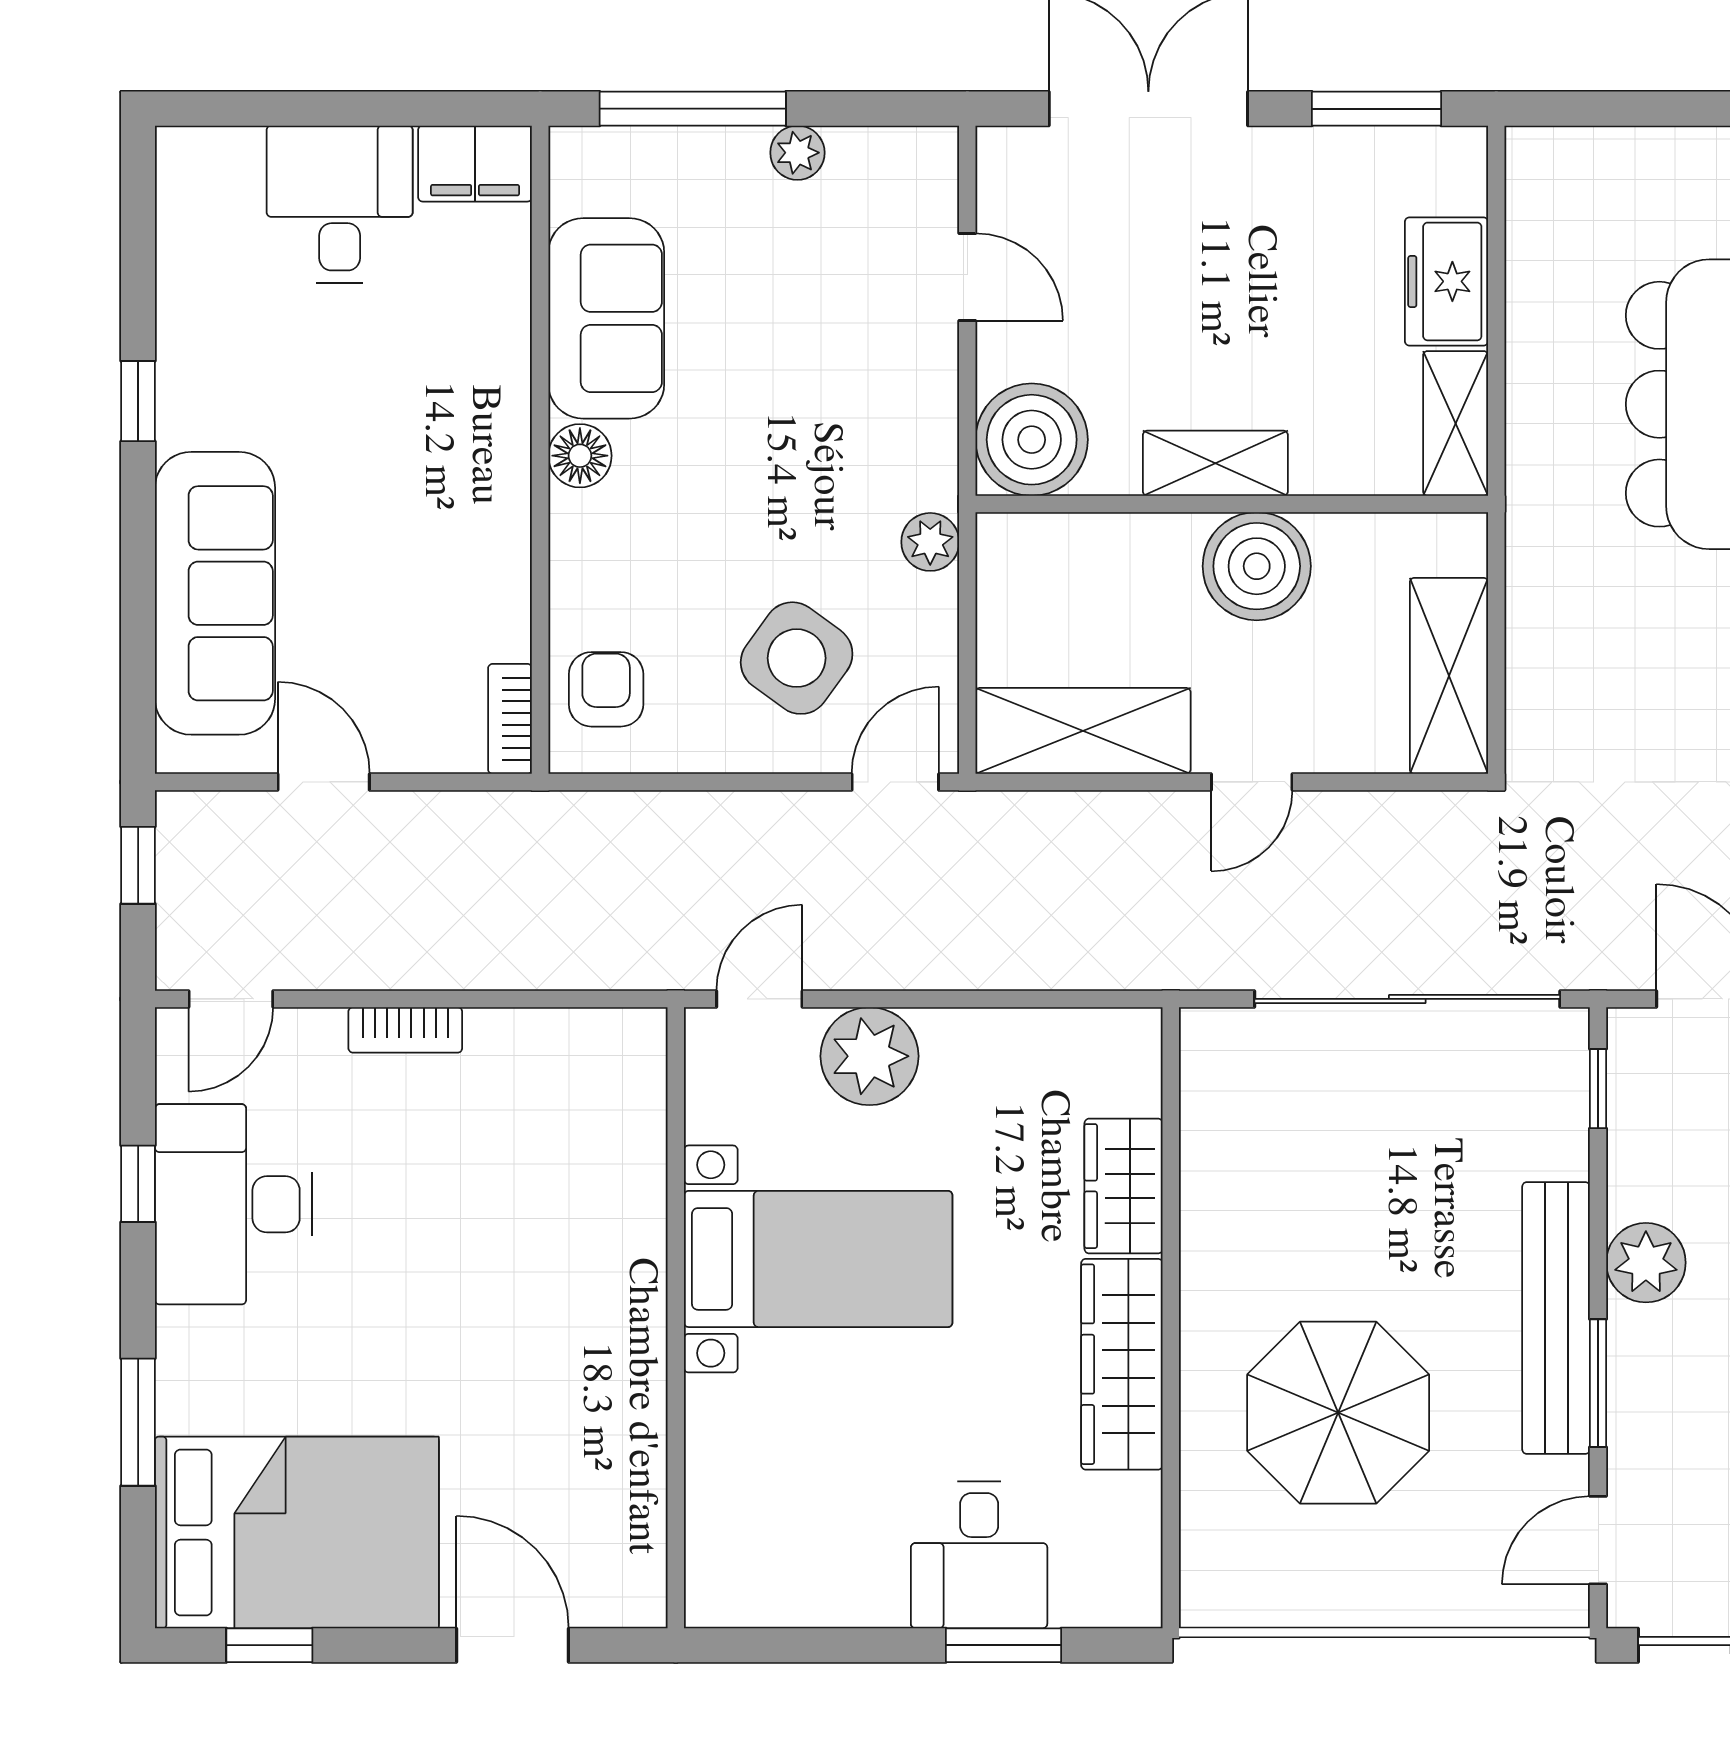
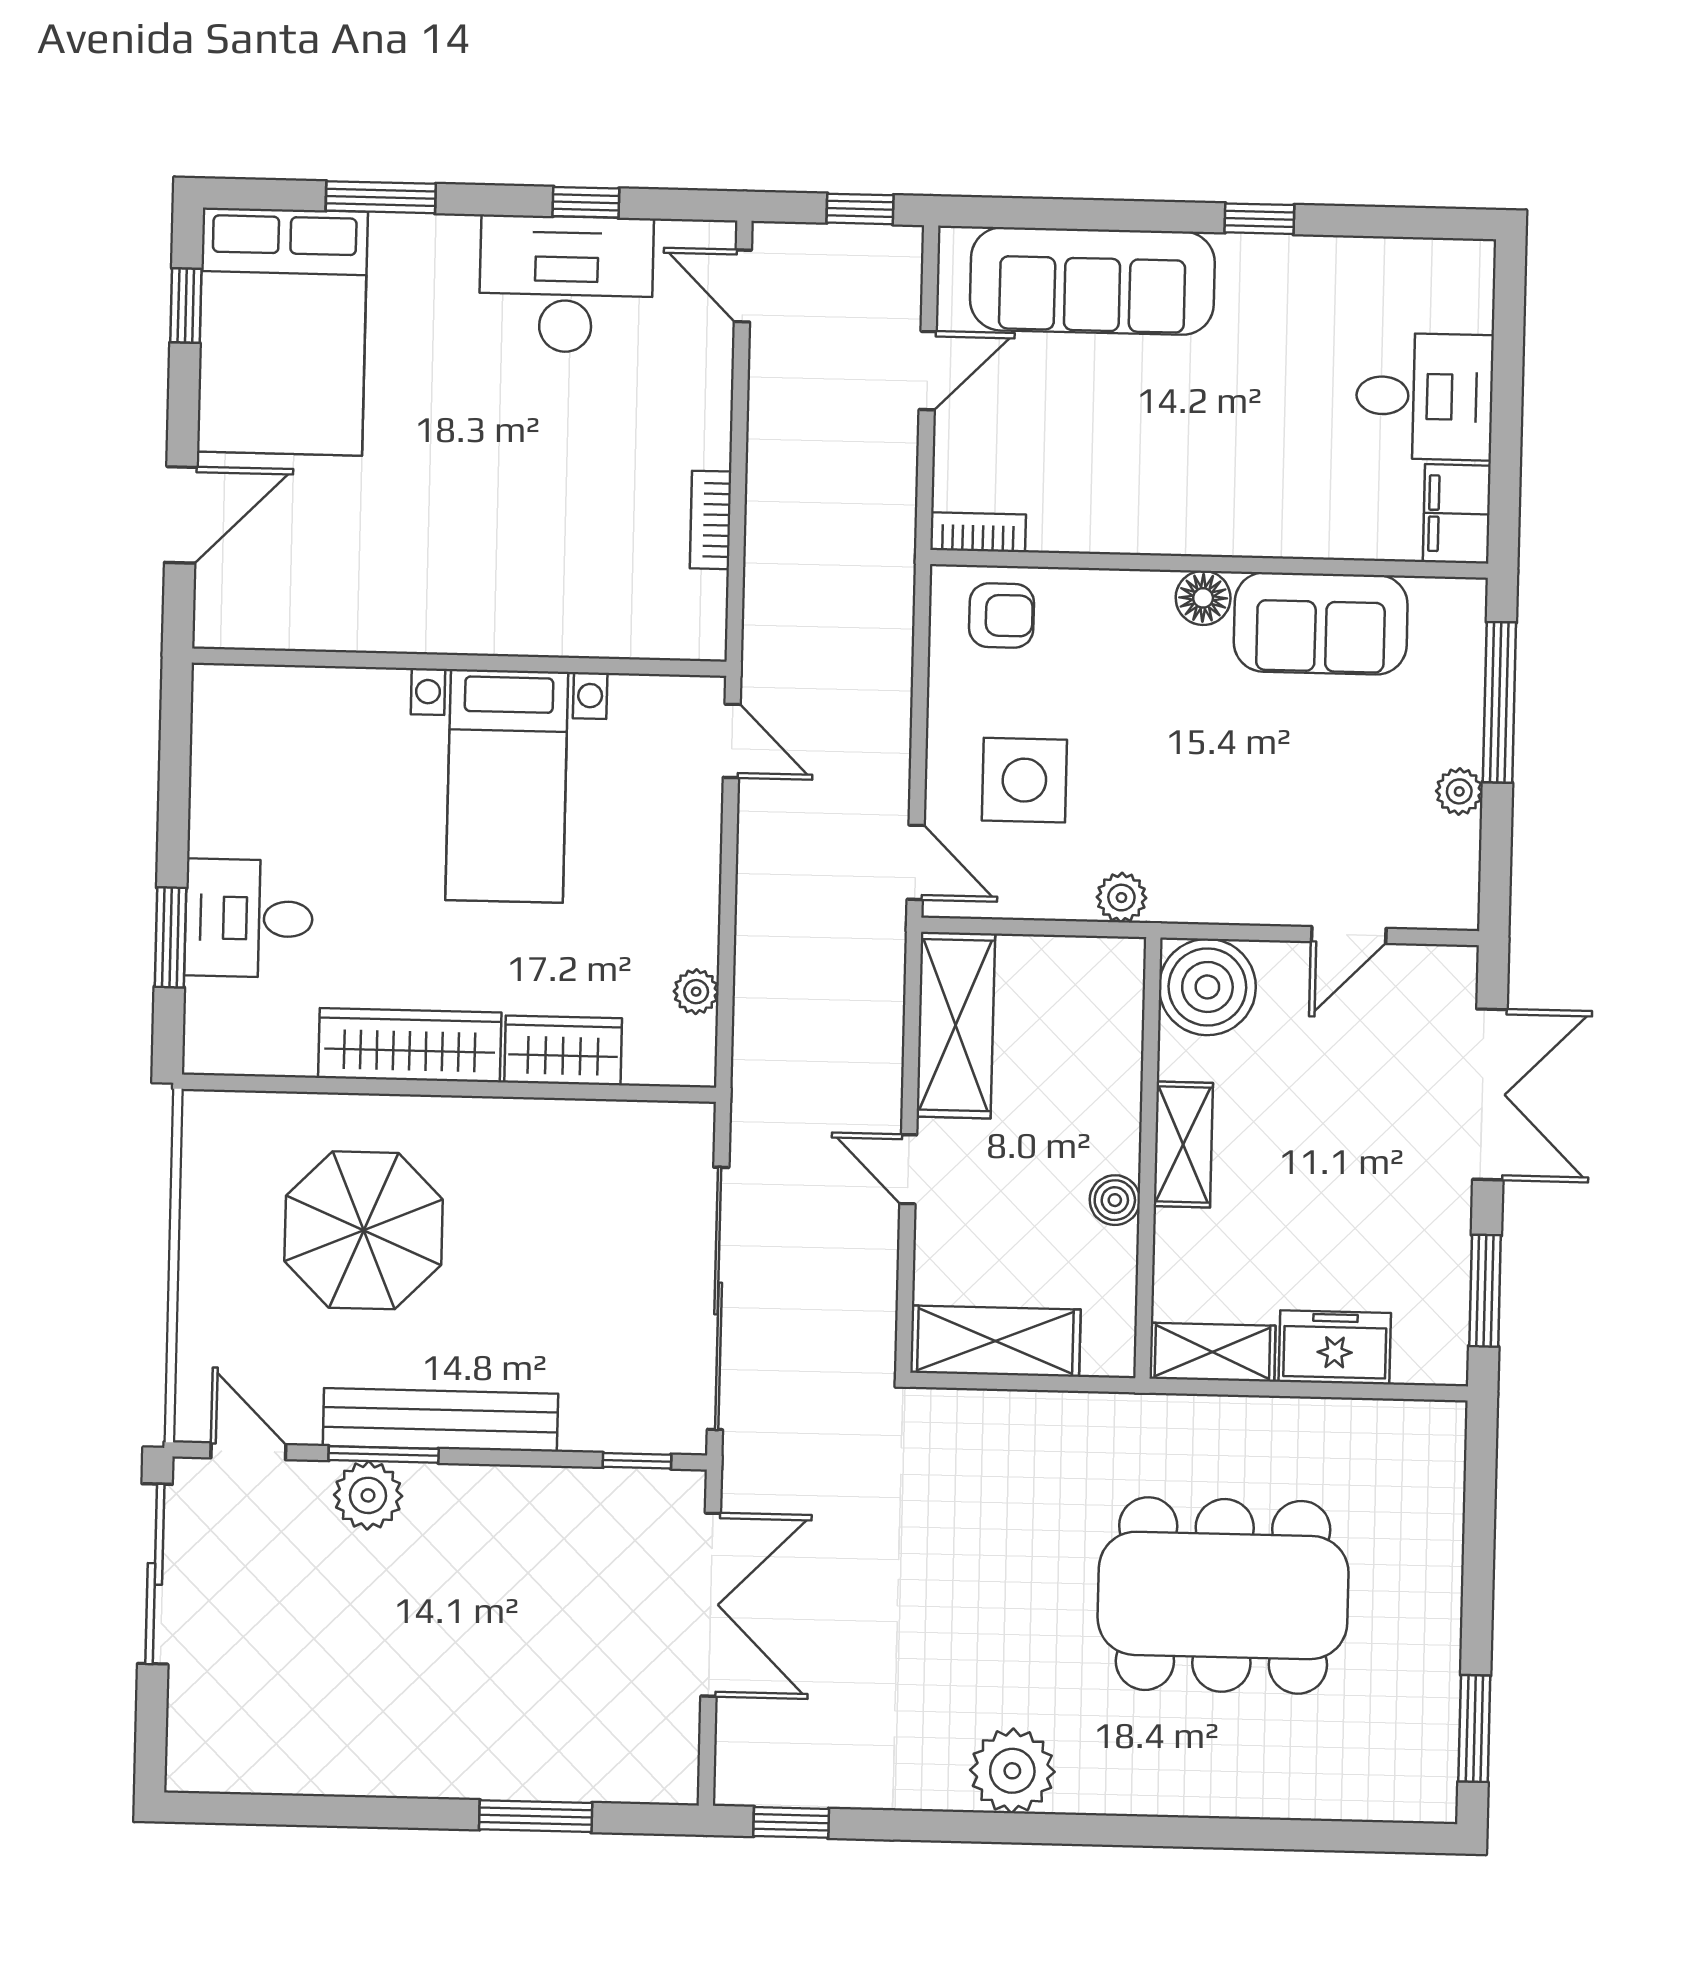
boiler: (1257, 566) -> (1115, 1200), width x0.54, depth x0.54
side table: (797, 658) -> (1024, 780), turned -36
bookcase: (405, 1030) -> (711, 520), moved
plant: (869, 1056) -> (696, 992), moved, width x0.53, depth x0.53
plant: (1646, 1263) -> (368, 1495), moved

